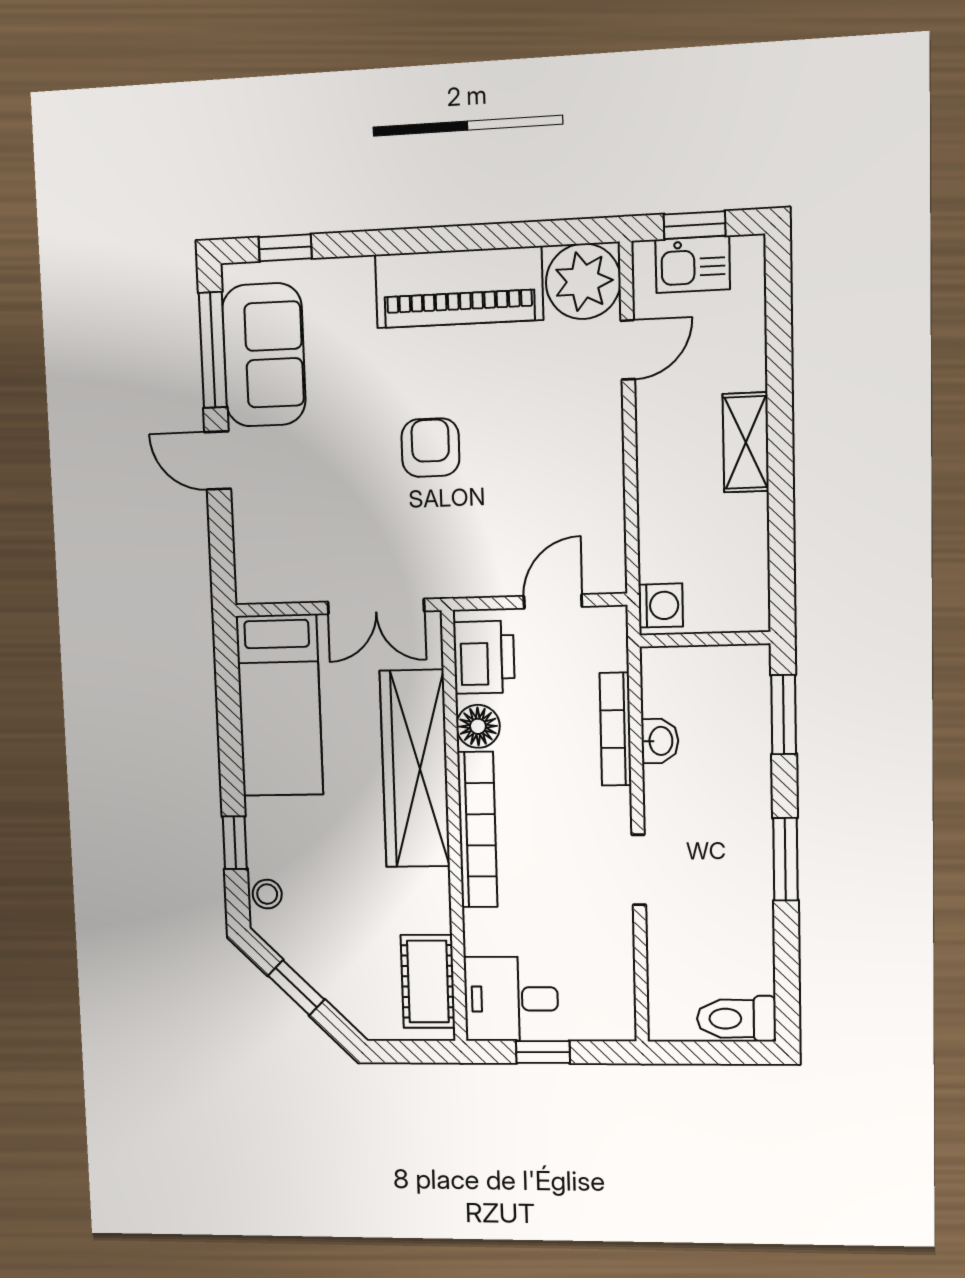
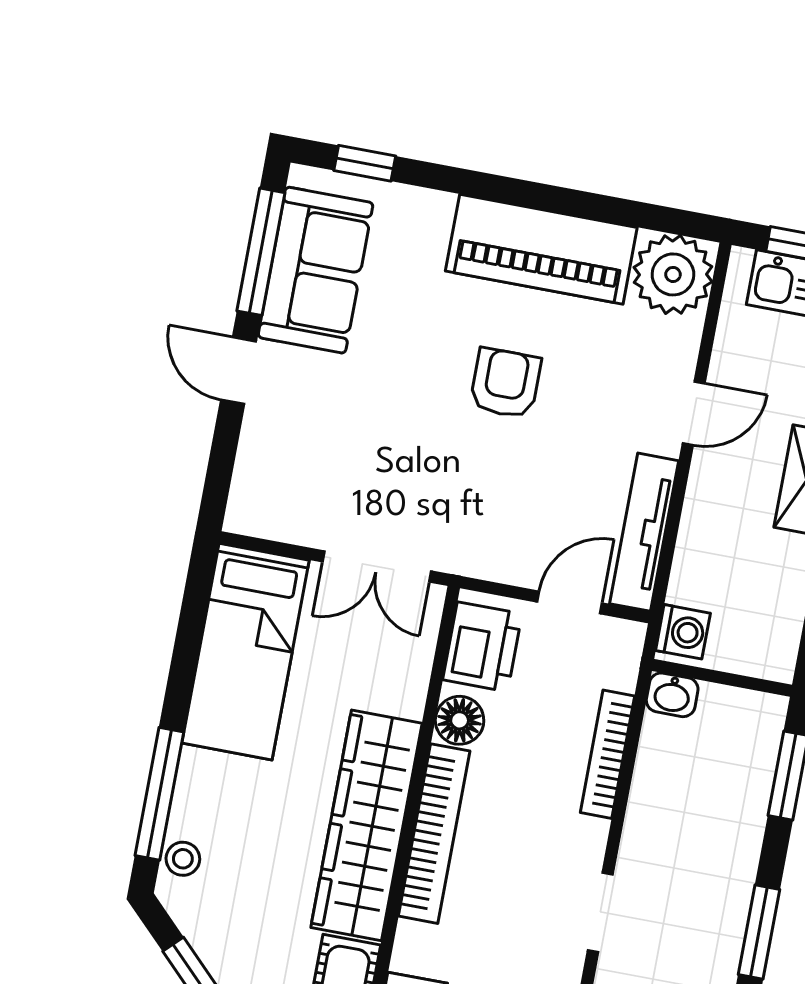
door: (628, 350) -> (694, 413), moved
armchair: (430, 448) -> (505, 383), moved
tv unit: (607, 523) -> (644, 532), added
washbasin: (660, 741) -> (672, 695), moved, turned 90
wardrobe: (415, 769) -> (366, 825), moved
window: (235, 843) -> (159, 794), width x2.17

